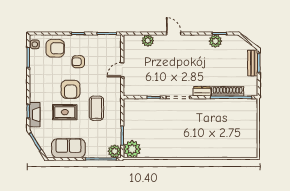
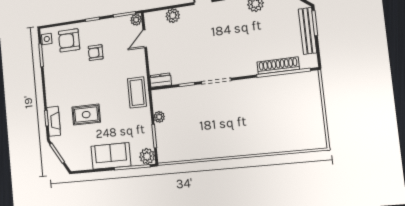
plant: (116, 39) -> (136, 20), added
armchair: (55, 48) -> (69, 40), turned 180
bench: (253, 63) -> (308, 31), width x1.36
door: (122, 70) -> (145, 39), moved
armchair: (71, 89) -> (90, 87), removed
dresser: (202, 91) -> (161, 80), moved
coffee table: (96, 108) -> (137, 92), moved
sofa: (68, 148) -> (111, 156), moved
plant: (132, 149) -> (159, 117), moved, width x0.53, depth x0.53

